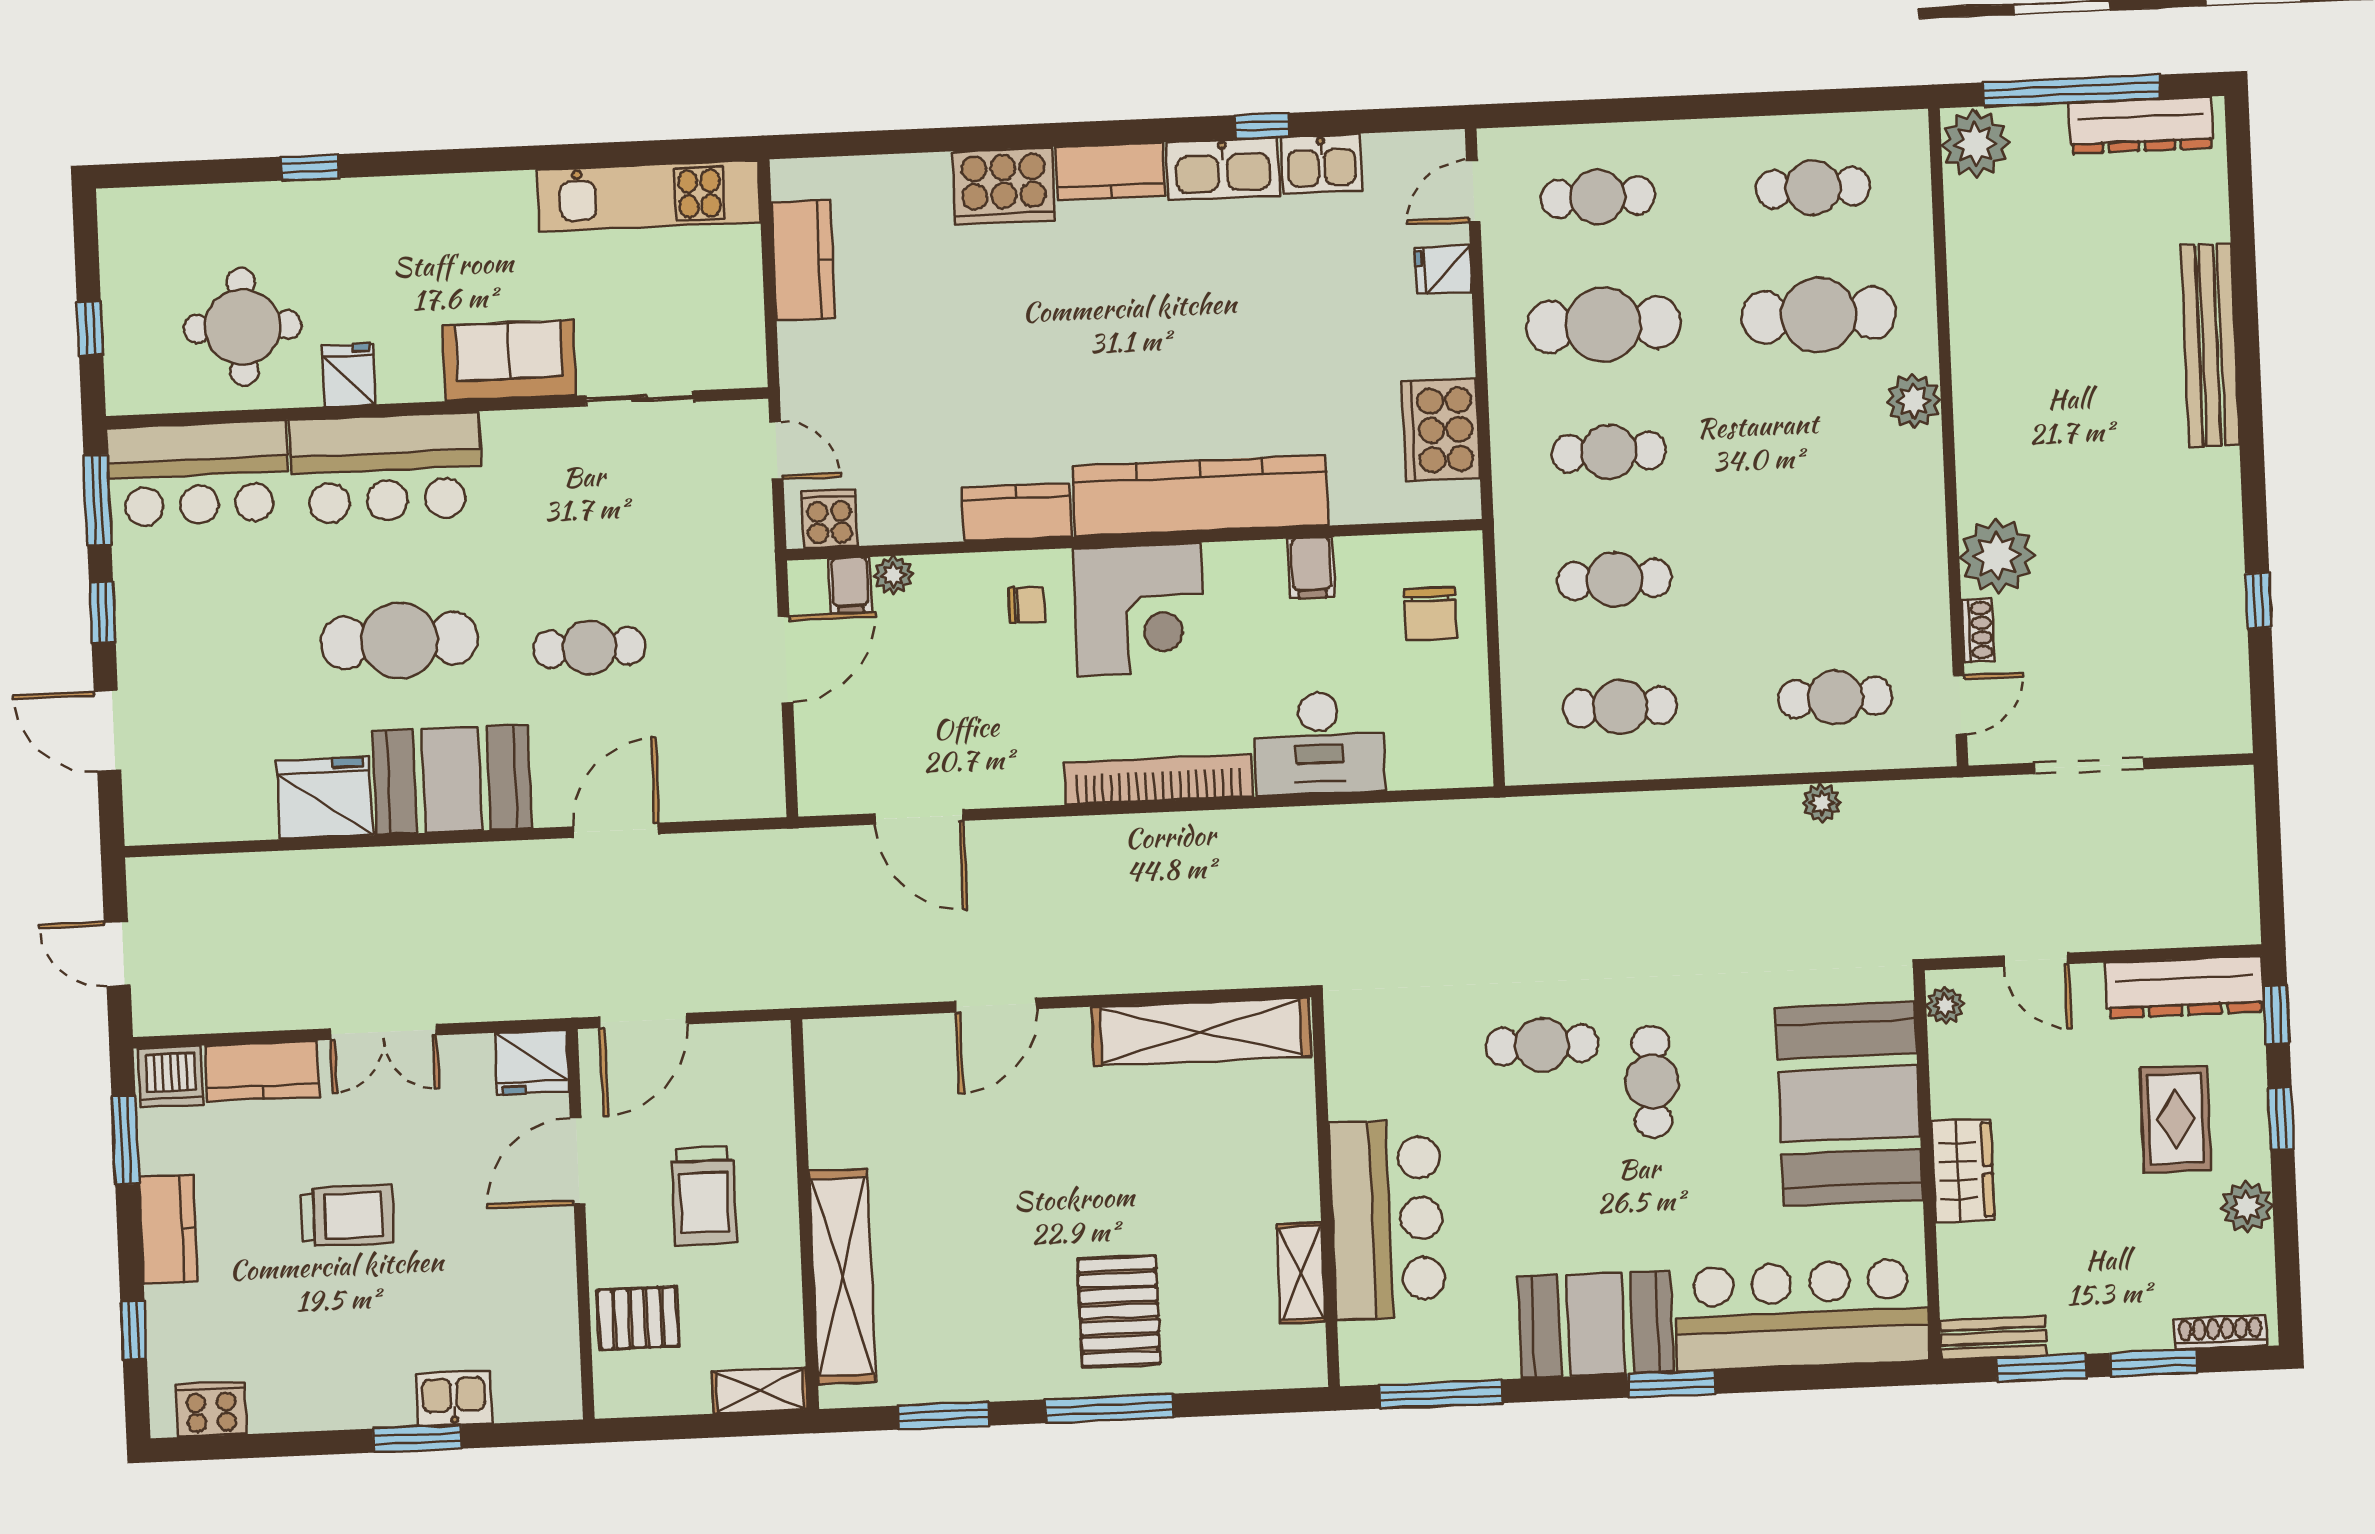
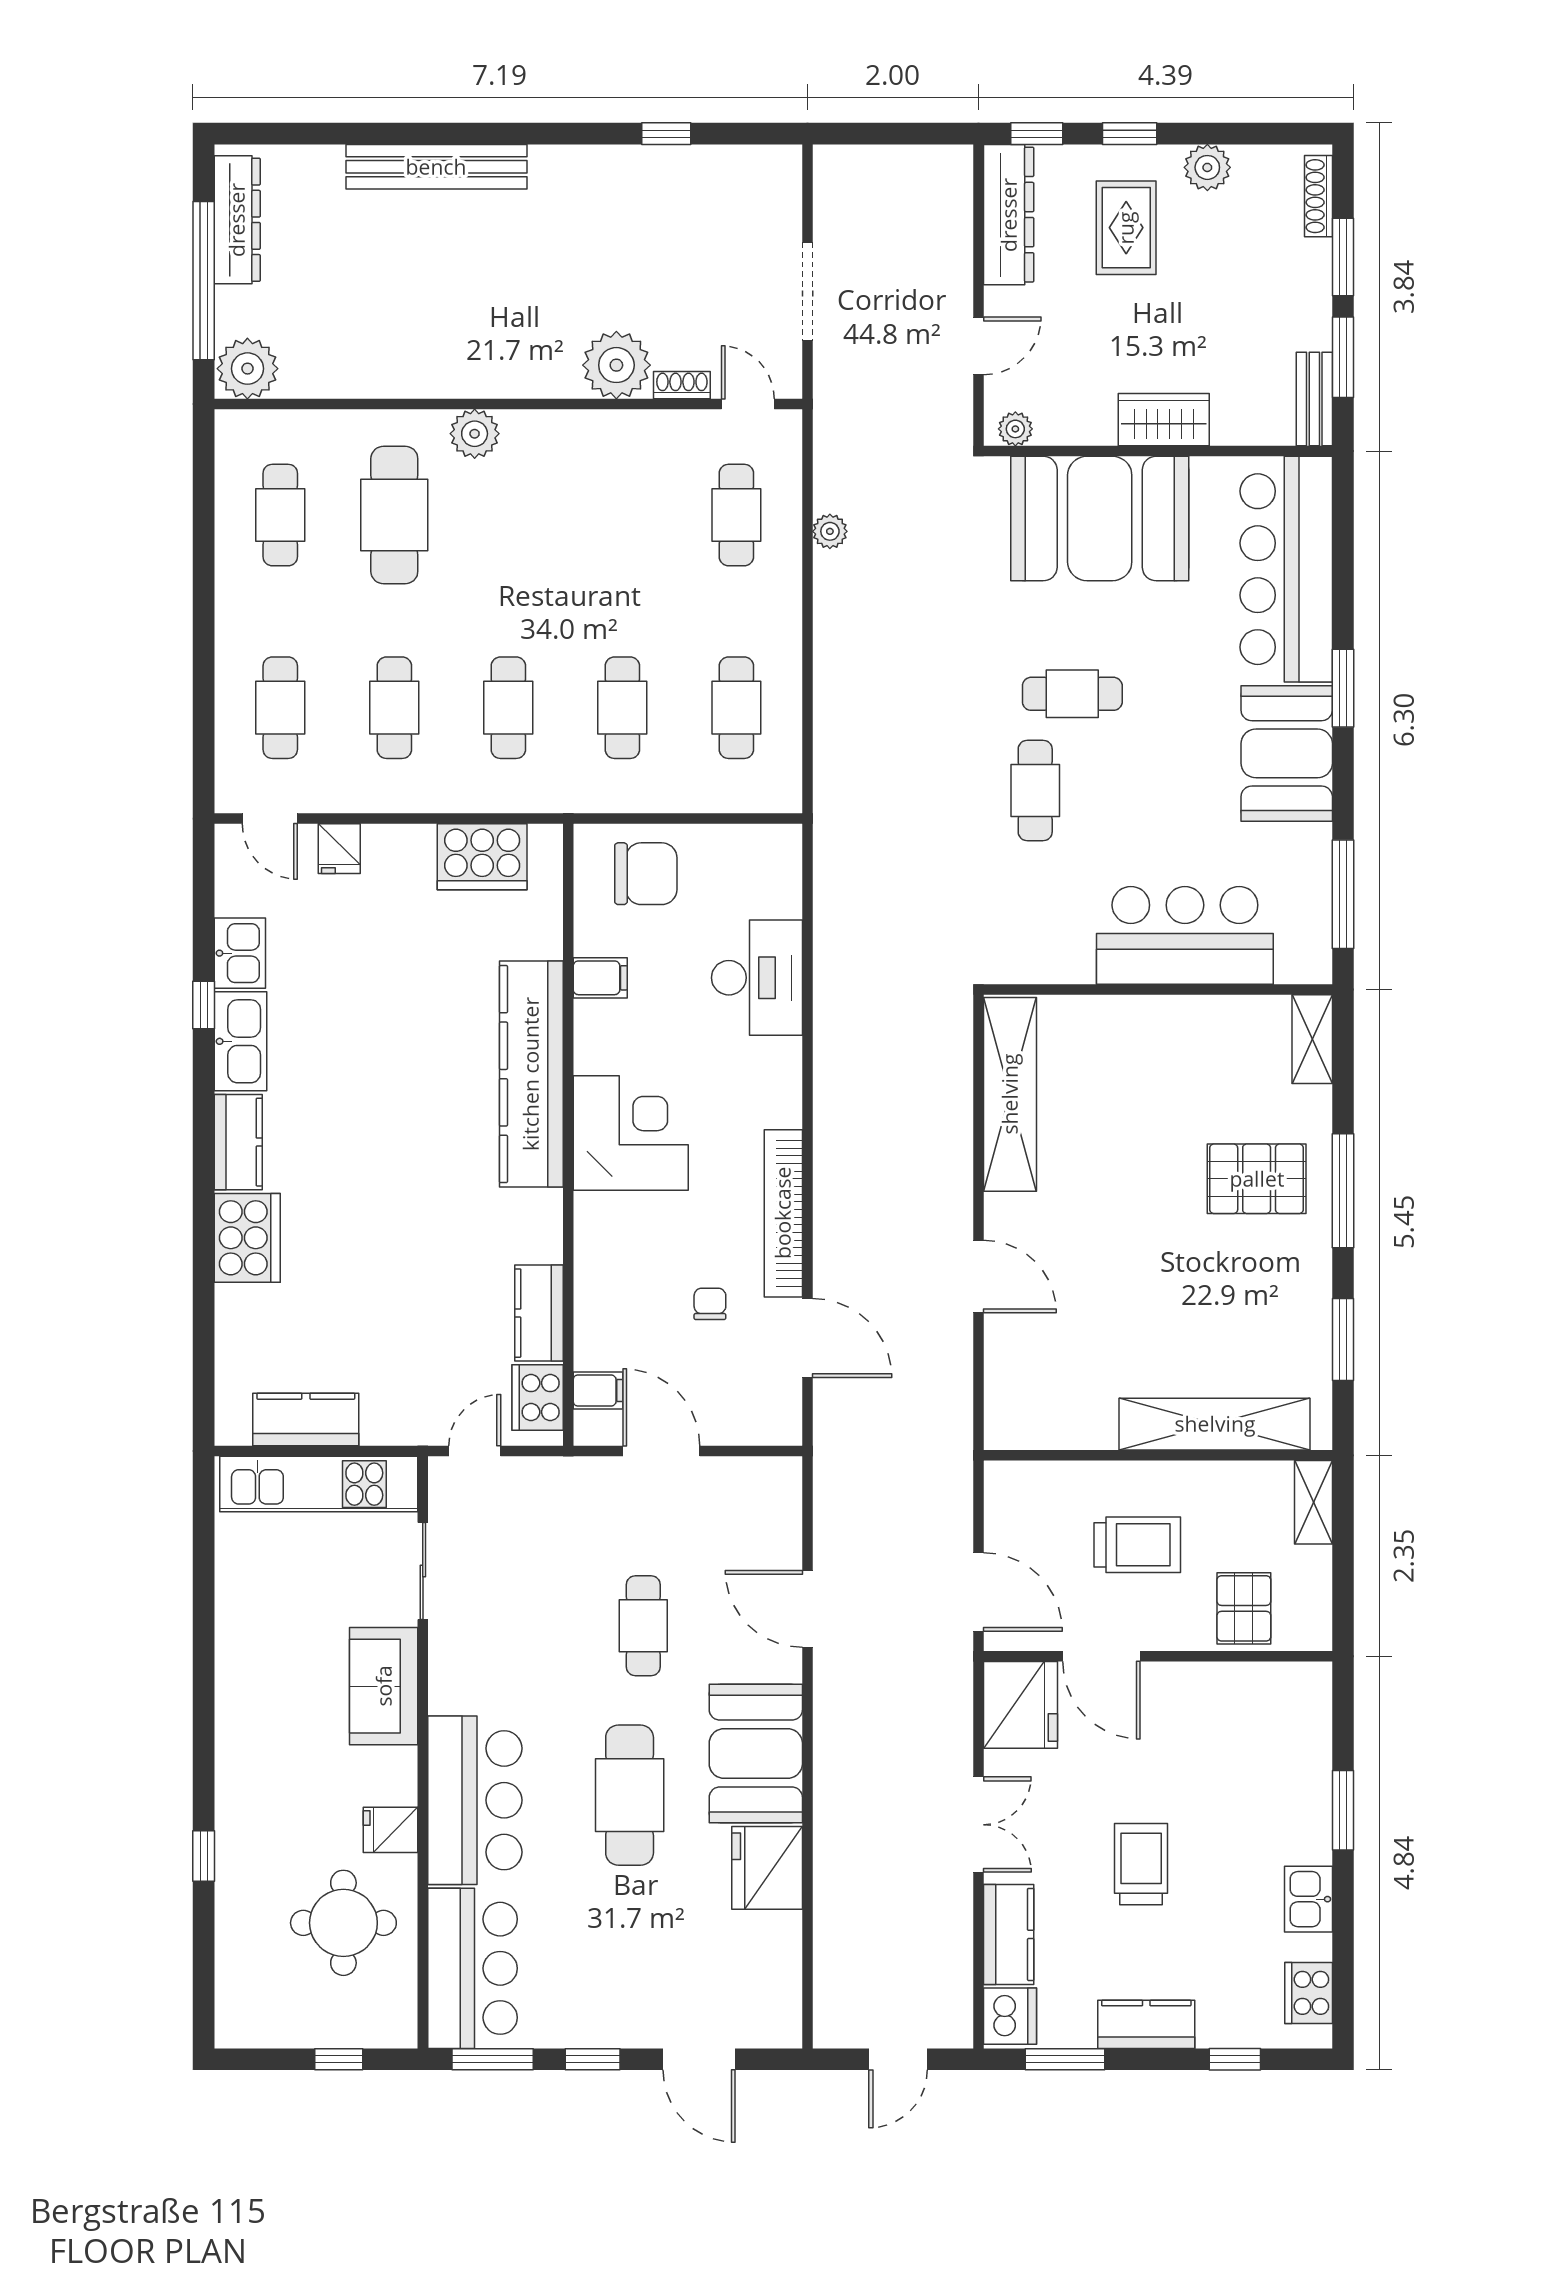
kitchen unit: (649, 196) -> (319, 1484), moved, turned 90
cafe table: (1603, 325) -> (394, 708), width x0.73, depth x0.74
kitchen counter: (1017, 512) -> (539, 1313), moved
cooker: (829, 519) -> (538, 1398), width x1.36
plant: (893, 575) -> (590, 1351), removed
chair: (1027, 605) -> (710, 1304), moved
chair: (1430, 614) -> (646, 874), width x1.37, depth x1.37
door: (108, 731) -> (699, 2059), hinge flipped
bookcase: (1159, 780) -> (783, 1213), moved
door: (919, 817) -> (807, 1338), hinge flipped
fridge: (532, 1062) -> (1020, 1705), width x1.36, depth x1.34
rug: (2176, 1119) -> (1126, 228), turned 90
shelving: (1301, 1273) -> (1312, 1039), moved, turned 90
kitchen sink: (454, 1398) -> (1308, 1899), moved

